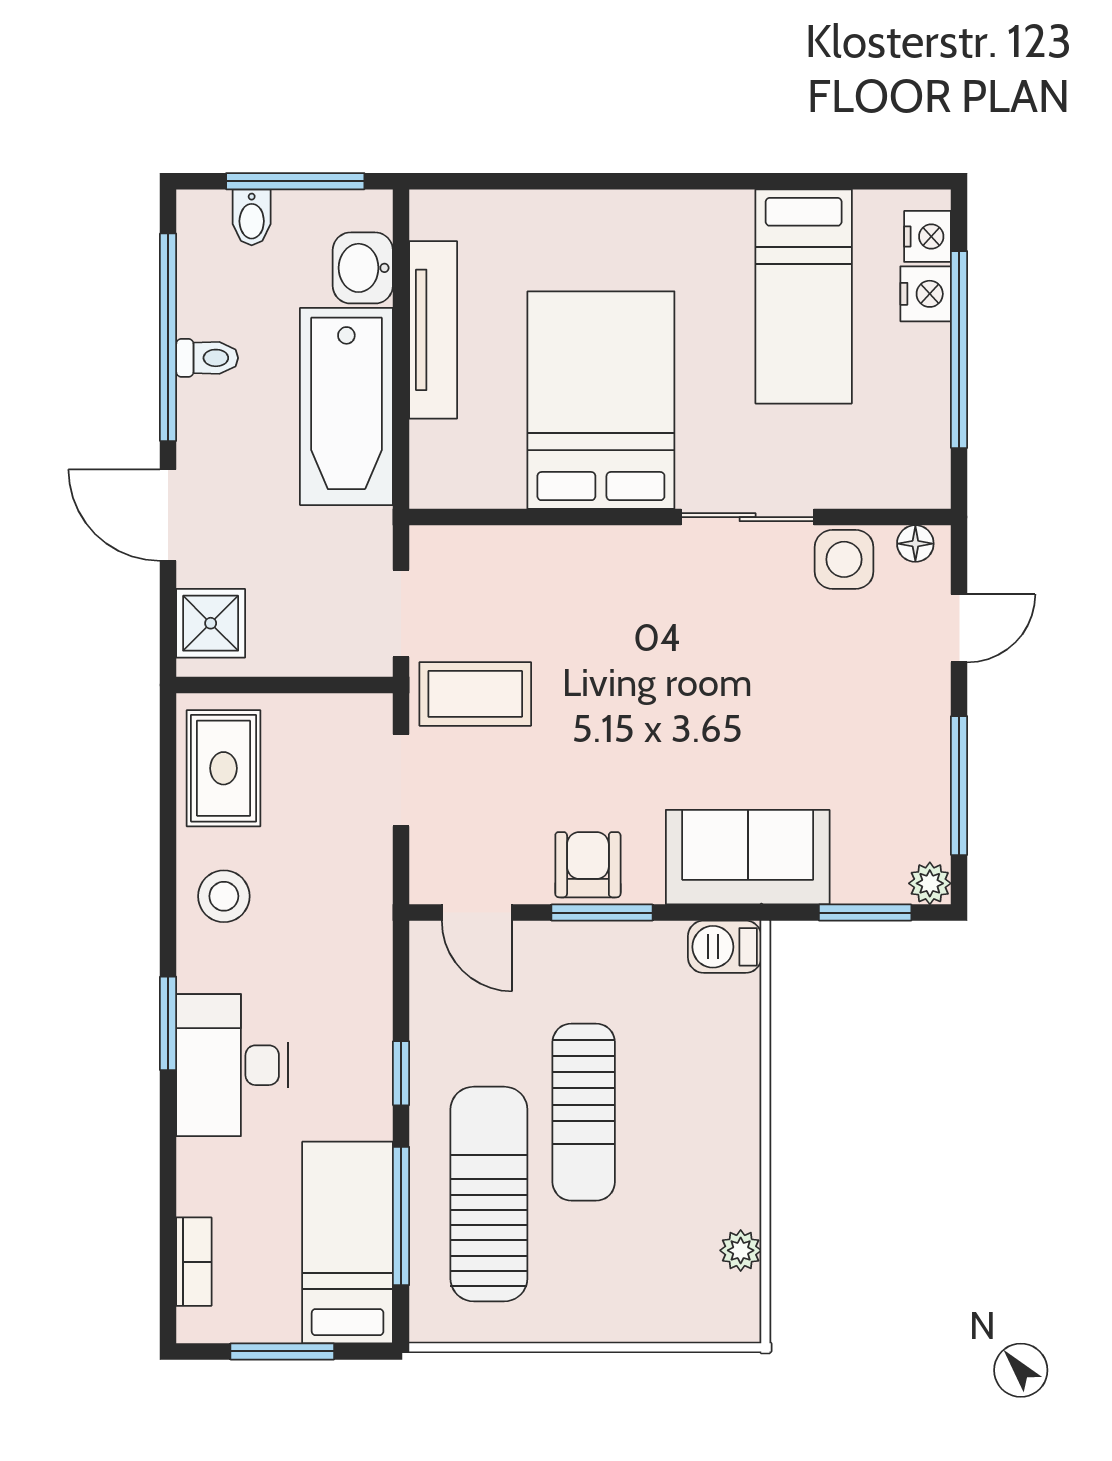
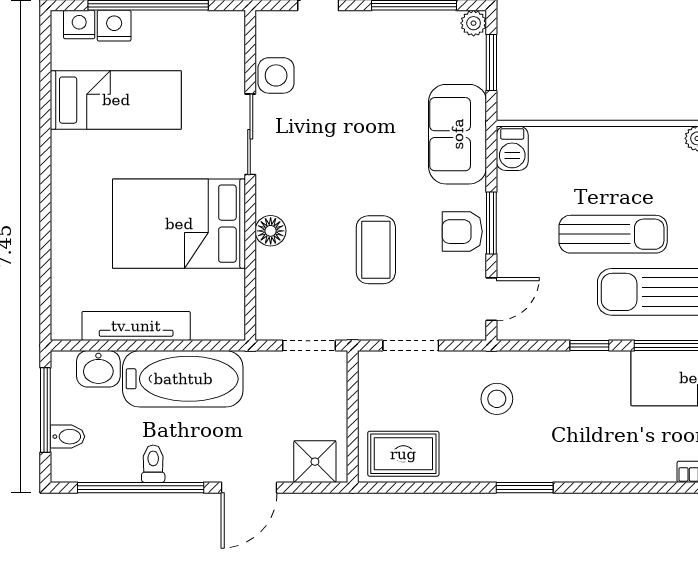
floor lamp: (915, 544) -> (271, 231), moved, width x1.37, depth x1.37
coffee table: (475, 694) -> (376, 250), moved
stool: (224, 896) -> (497, 399), moved
window: (168, 1023) -> (525, 488), moved
desk: (232, 1065) -> (584, 449), removed

